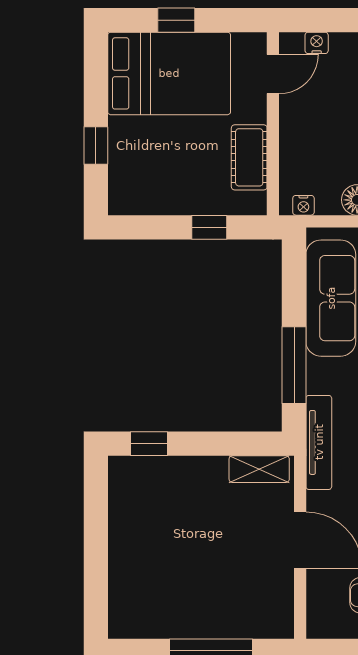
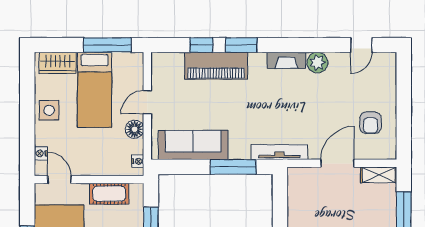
shelving: (259, 469) -> (379, 175), moved, turned 90

